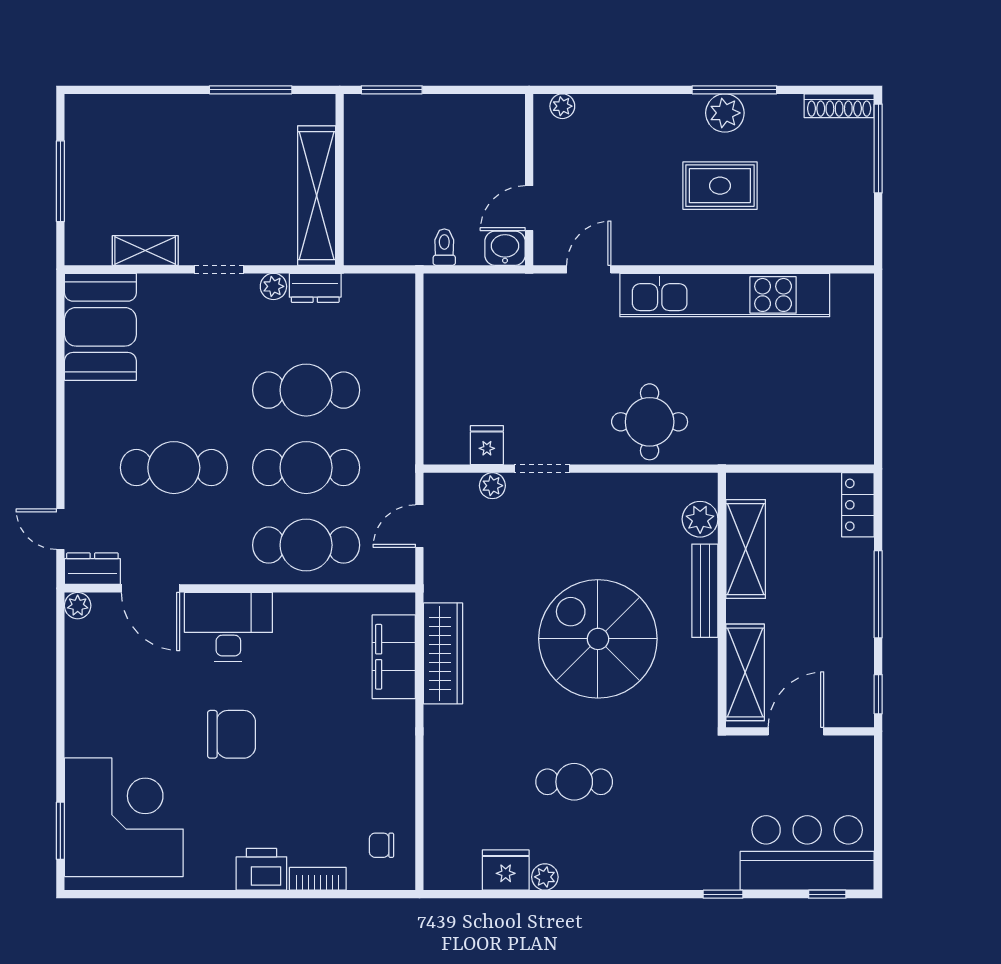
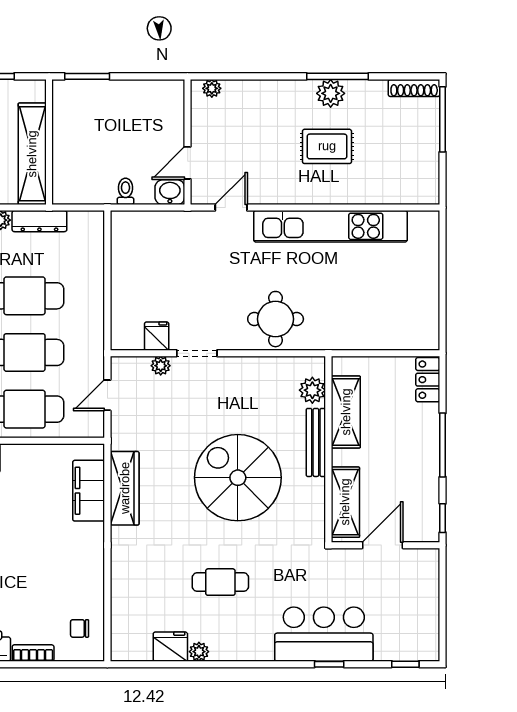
dresser: (315, 288) -> (39, 221), width x1.44
bar counter: (807, 853) -> (324, 634), moved

